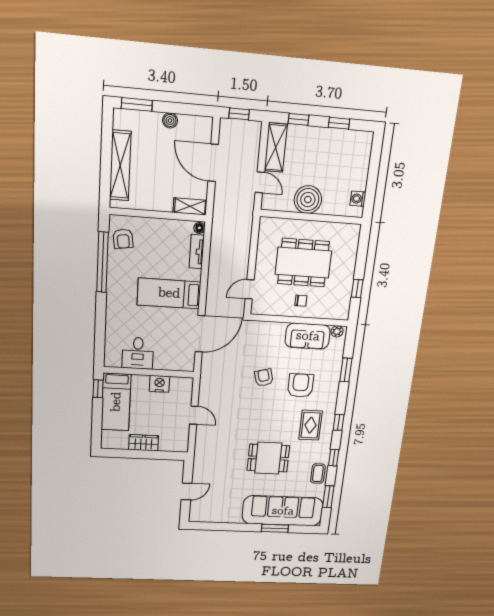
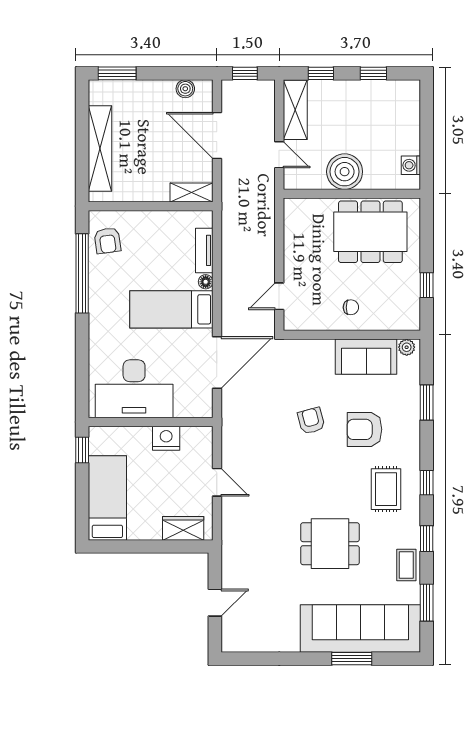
boiler: (170, 120) -> (185, 89), moved
floor lamp: (199, 228) -> (206, 282), moved
dining table: (303, 263) -> (370, 232), moved
desk: (138, 353) -> (134, 389), width x1.87, depth x1.30
armchair: (301, 385) -> (364, 429), turned -90
bed: (116, 402) -> (107, 498), moved, turned 180
wardrobe: (144, 443) -> (183, 528), moved

